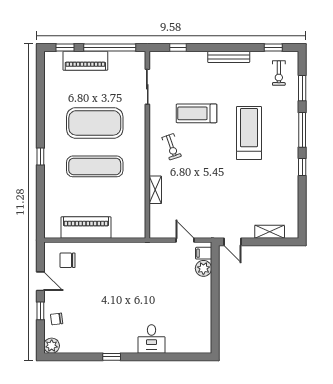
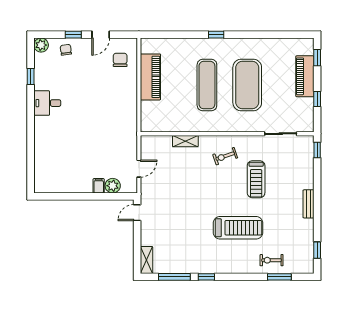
window: (110, 47) -> (317, 99), width x0.32
window: (178, 47) -> (317, 150), moved
bench: (229, 57) -> (308, 204), width x0.73
exercise bike: (279, 73) -> (272, 260), moved
treadmill: (196, 113) -> (256, 179), turned 180
window: (302, 130) -> (174, 277), moved
shelving: (270, 232) -> (146, 260), moved
filing cabinet: (204, 253) -> (99, 186), moved
desk: (151, 339) -> (47, 103), moved
window: (112, 357) -> (31, 77), moved

